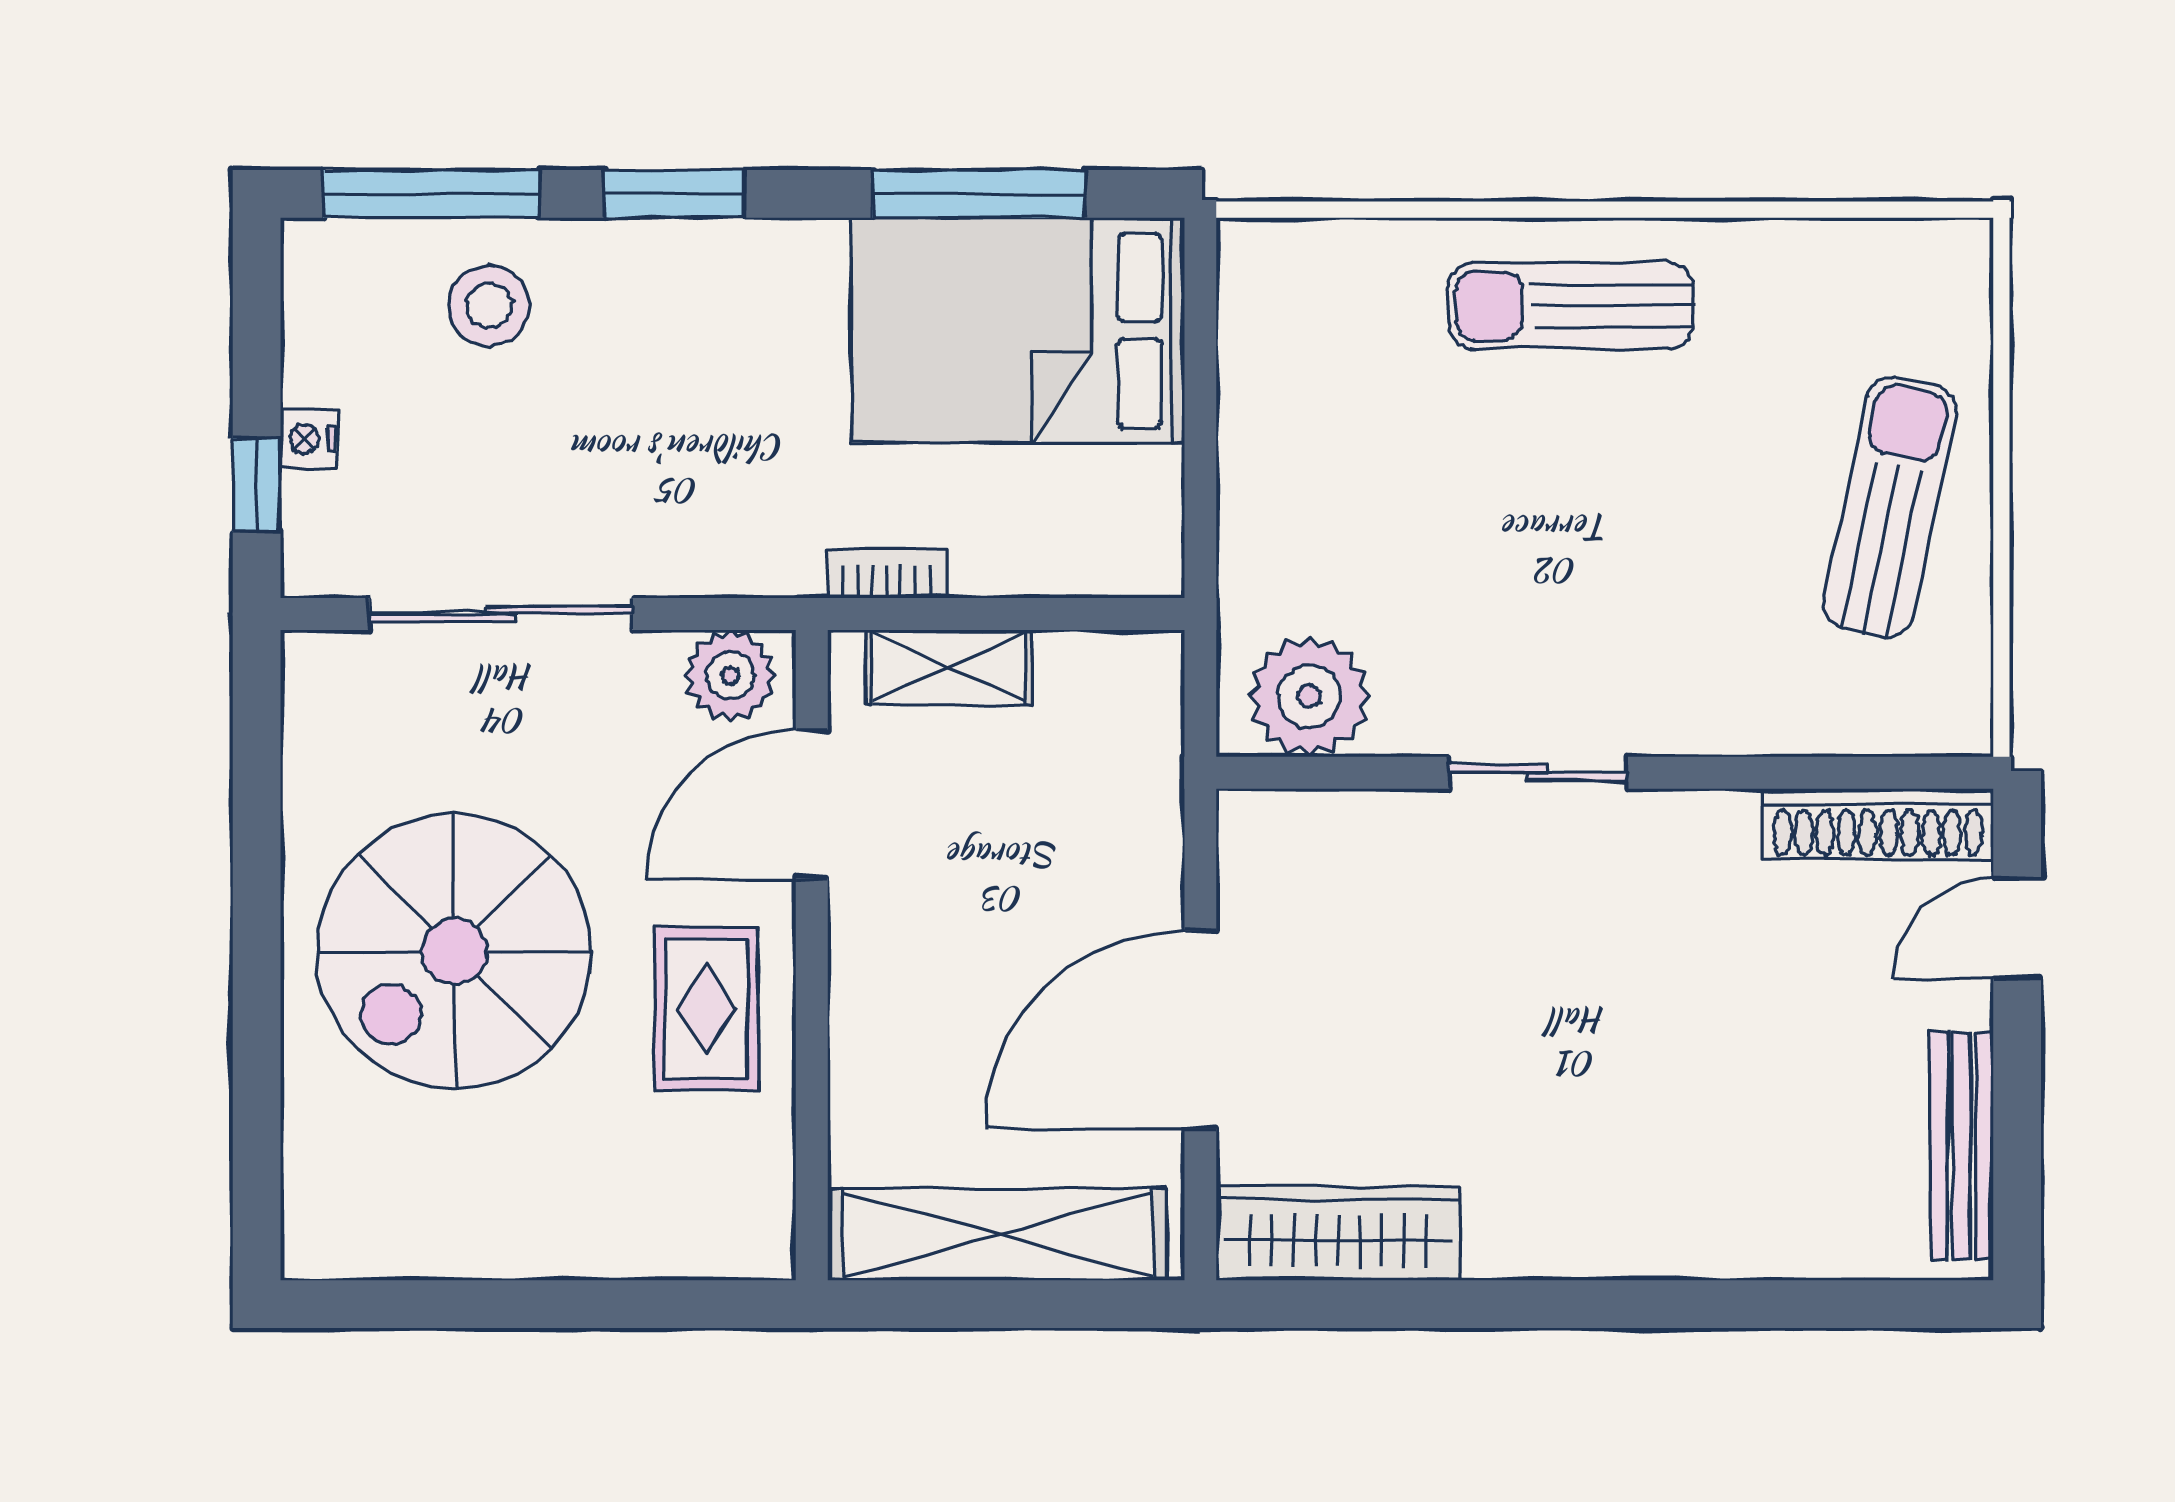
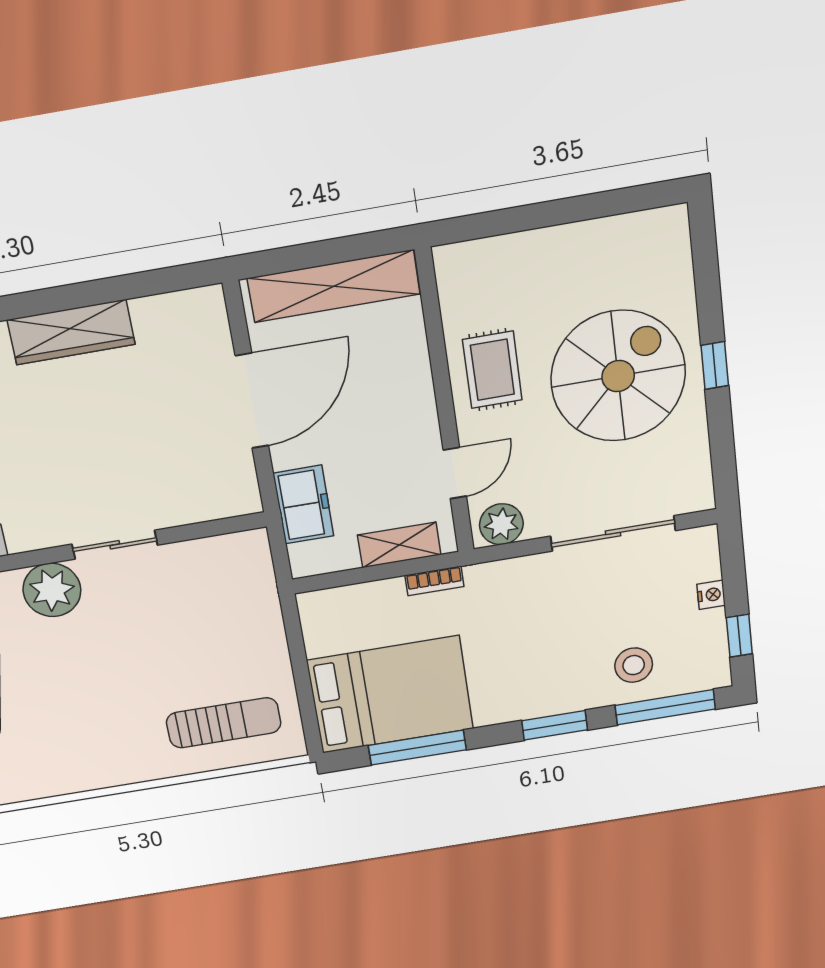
sun lounger: (1571, 306) -> (224, 723), moved
window: (257, 485) -> (739, 636), moved
plant: (1309, 696) -> (52, 590), moved
freezer: (1133, 791) -> (303, 505), added
door: (812, 804) -> (455, 473), width x0.73
window: (257, 939) -> (715, 365), added
wardrobe: (1338, 1233) -> (71, 332), moved

